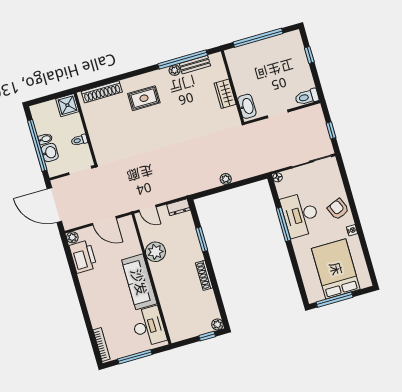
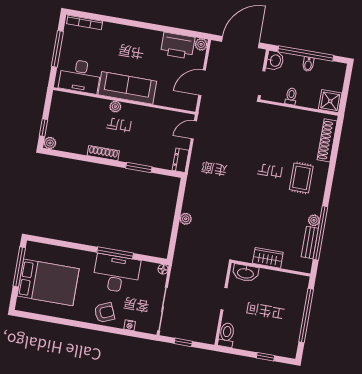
washbasin: (50, 152) -> (275, 60), moved, turned -90
nightstand: (352, 230) -> (130, 325), moved
plant: (155, 252) -> (115, 107), moved, width x0.53, depth x0.53

